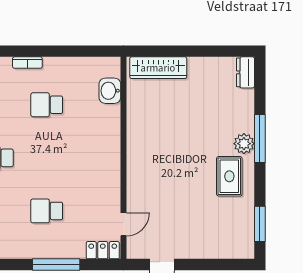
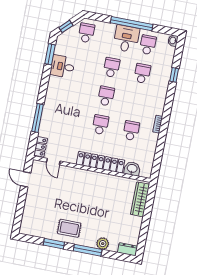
plant: (244, 144) -> (103, 244), moved
locker: (109, 146) -> (100, 162), added
school desk: (47, 211) -> (100, 125), moved
window: (260, 224) -> (54, 244), moved

